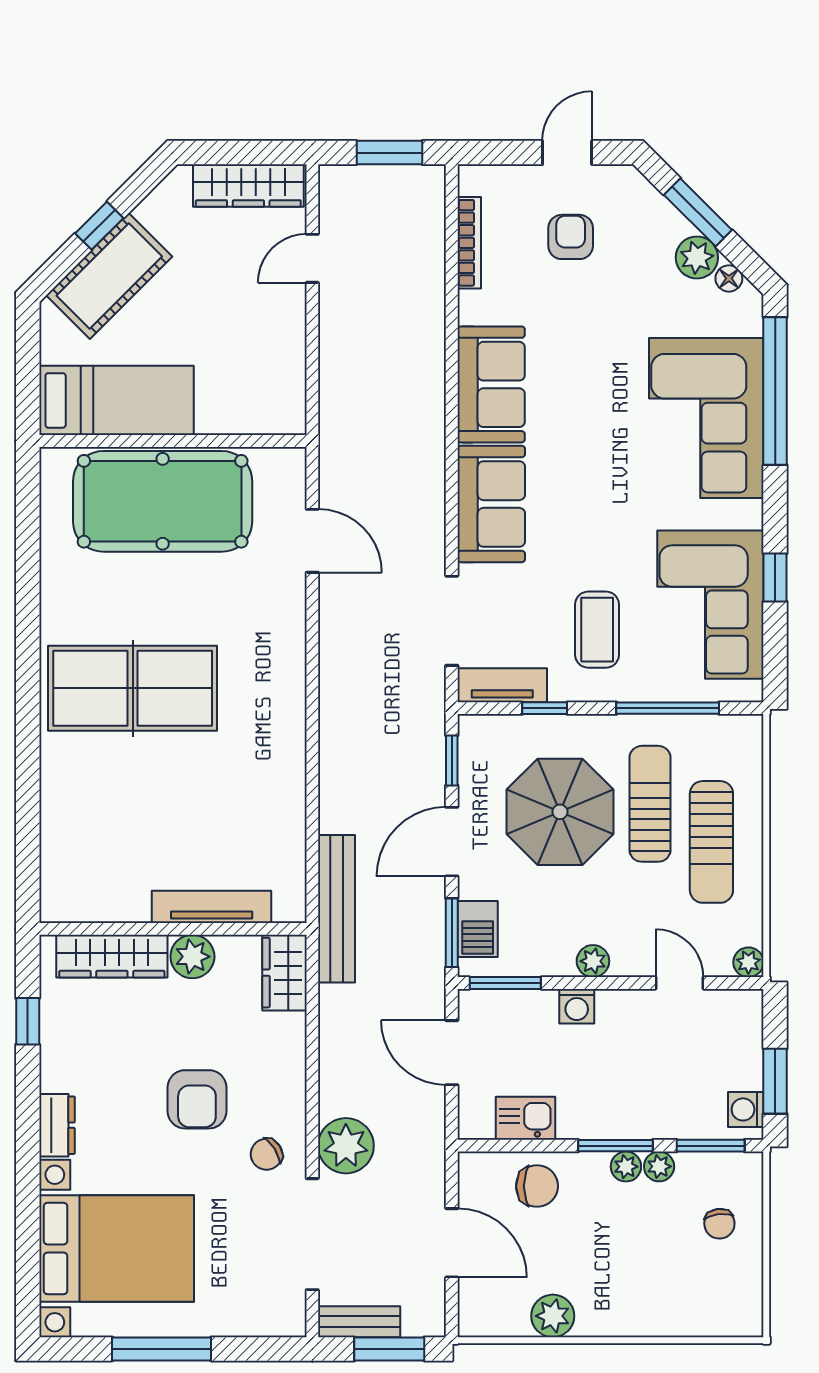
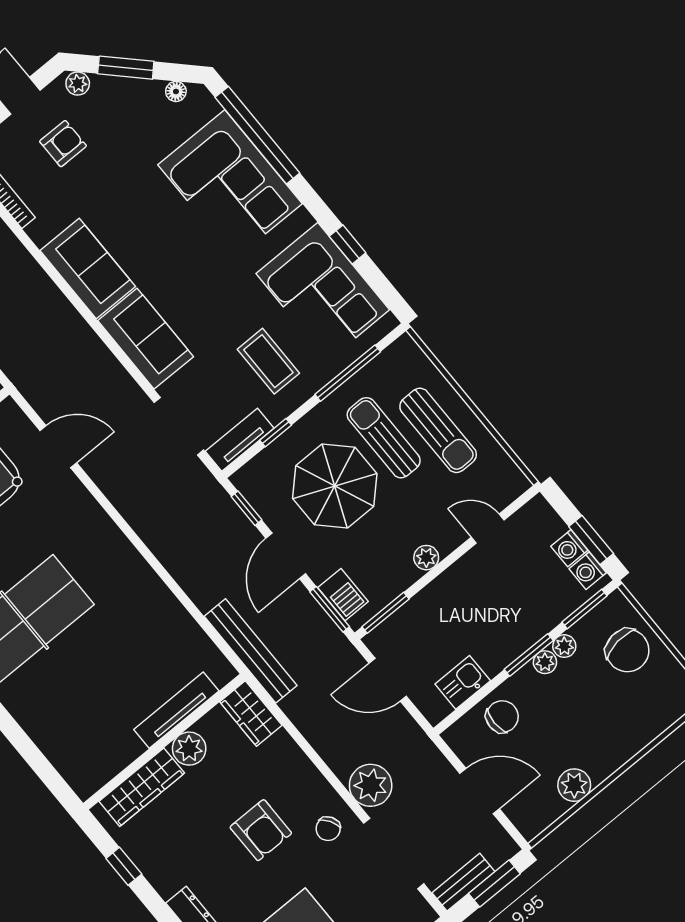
armchair: (571, 237) -> (63, 144), turned 90
plant: (697, 257) -> (78, 84), moved, width x0.73, depth x0.73
plant: (748, 962) -> (518, 483), removed
washing machine: (577, 1006) -> (569, 548), moved, turned 90
chair: (719, 1224) -> (627, 650), width x1.87, depth x1.87

